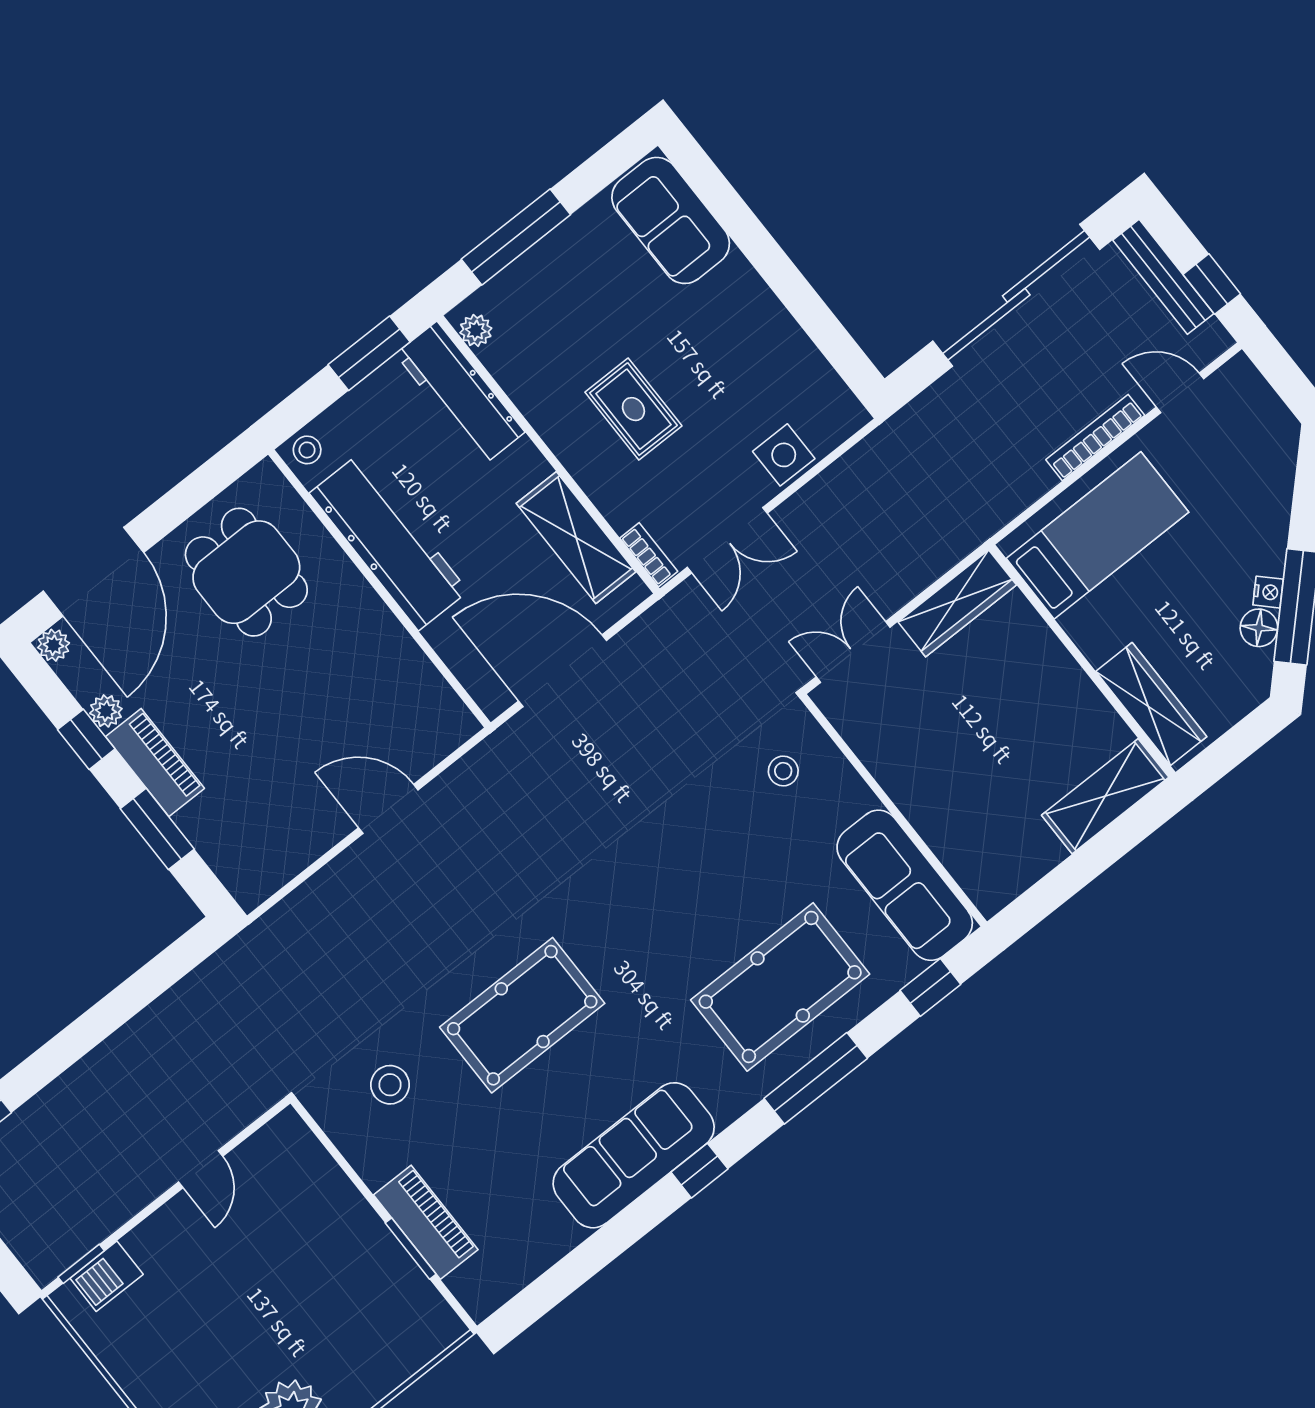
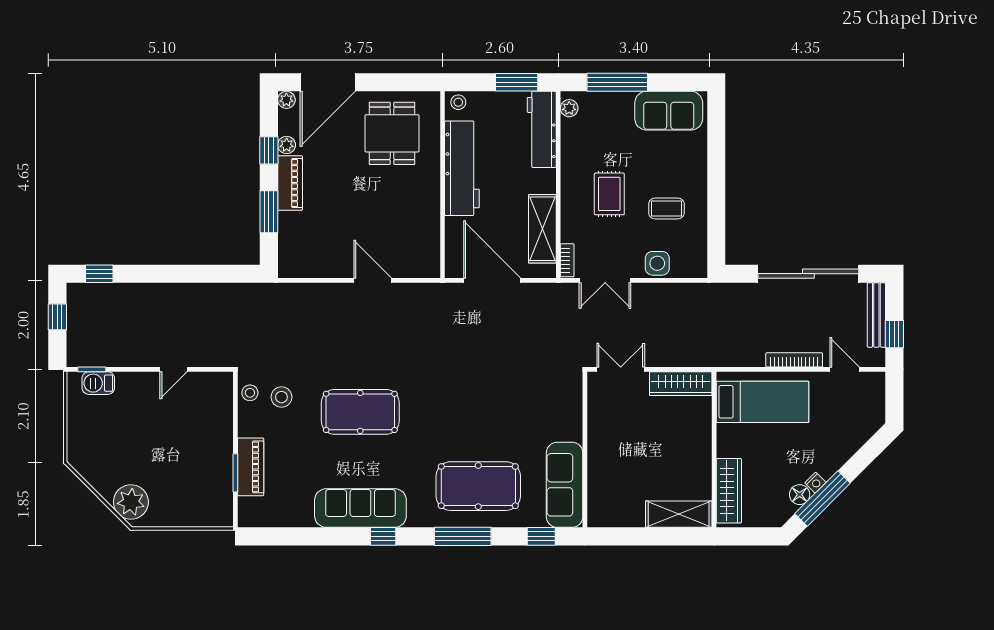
sofa: (671, 220) -> (669, 111), moved, turned -90
coffee table: (734, 364) -> (666, 208), added
stool: (783, 771) -> (250, 393), moved

